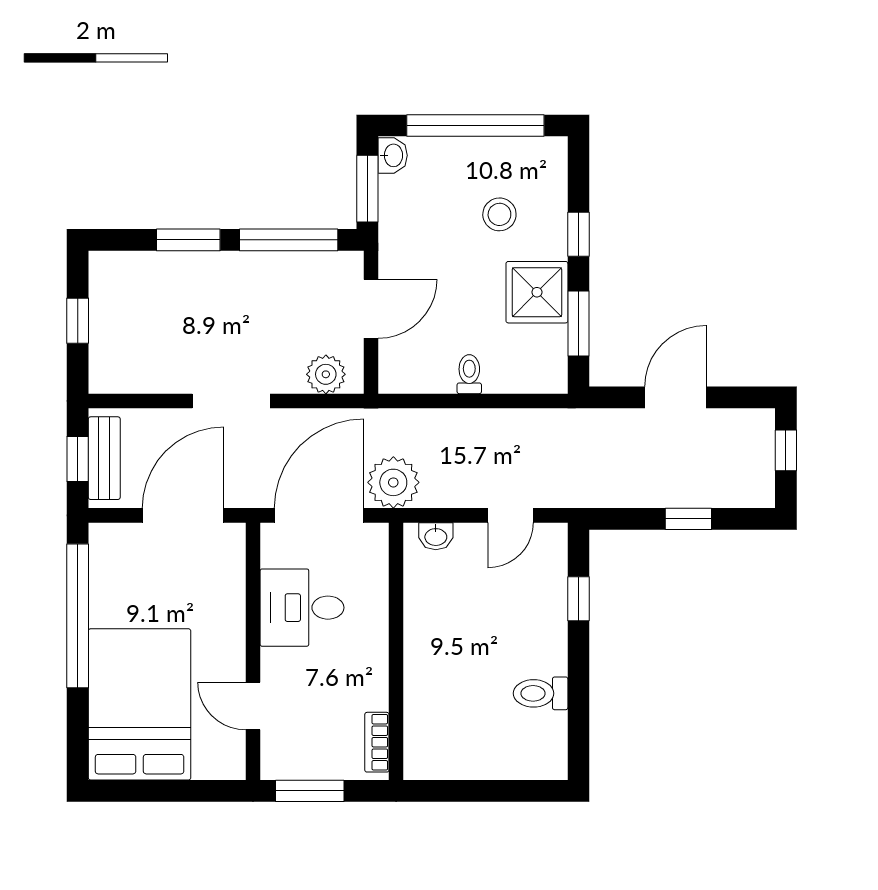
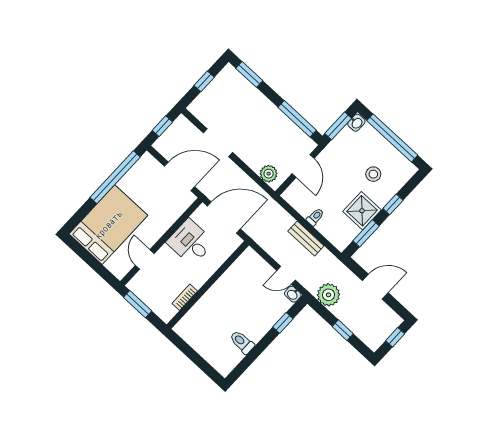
window: (188, 240) -> (249, 74), moved
door: (371, 309) -> (303, 166), hinge flipped
doorway: (231, 401) -> (218, 143), moved
bench: (104, 458) -> (306, 238), moved, turned 90
plant: (393, 482) -> (329, 295), moved
washbasin: (436, 536) -> (293, 294), moved
bookcase: (377, 742) -> (185, 297), moved

